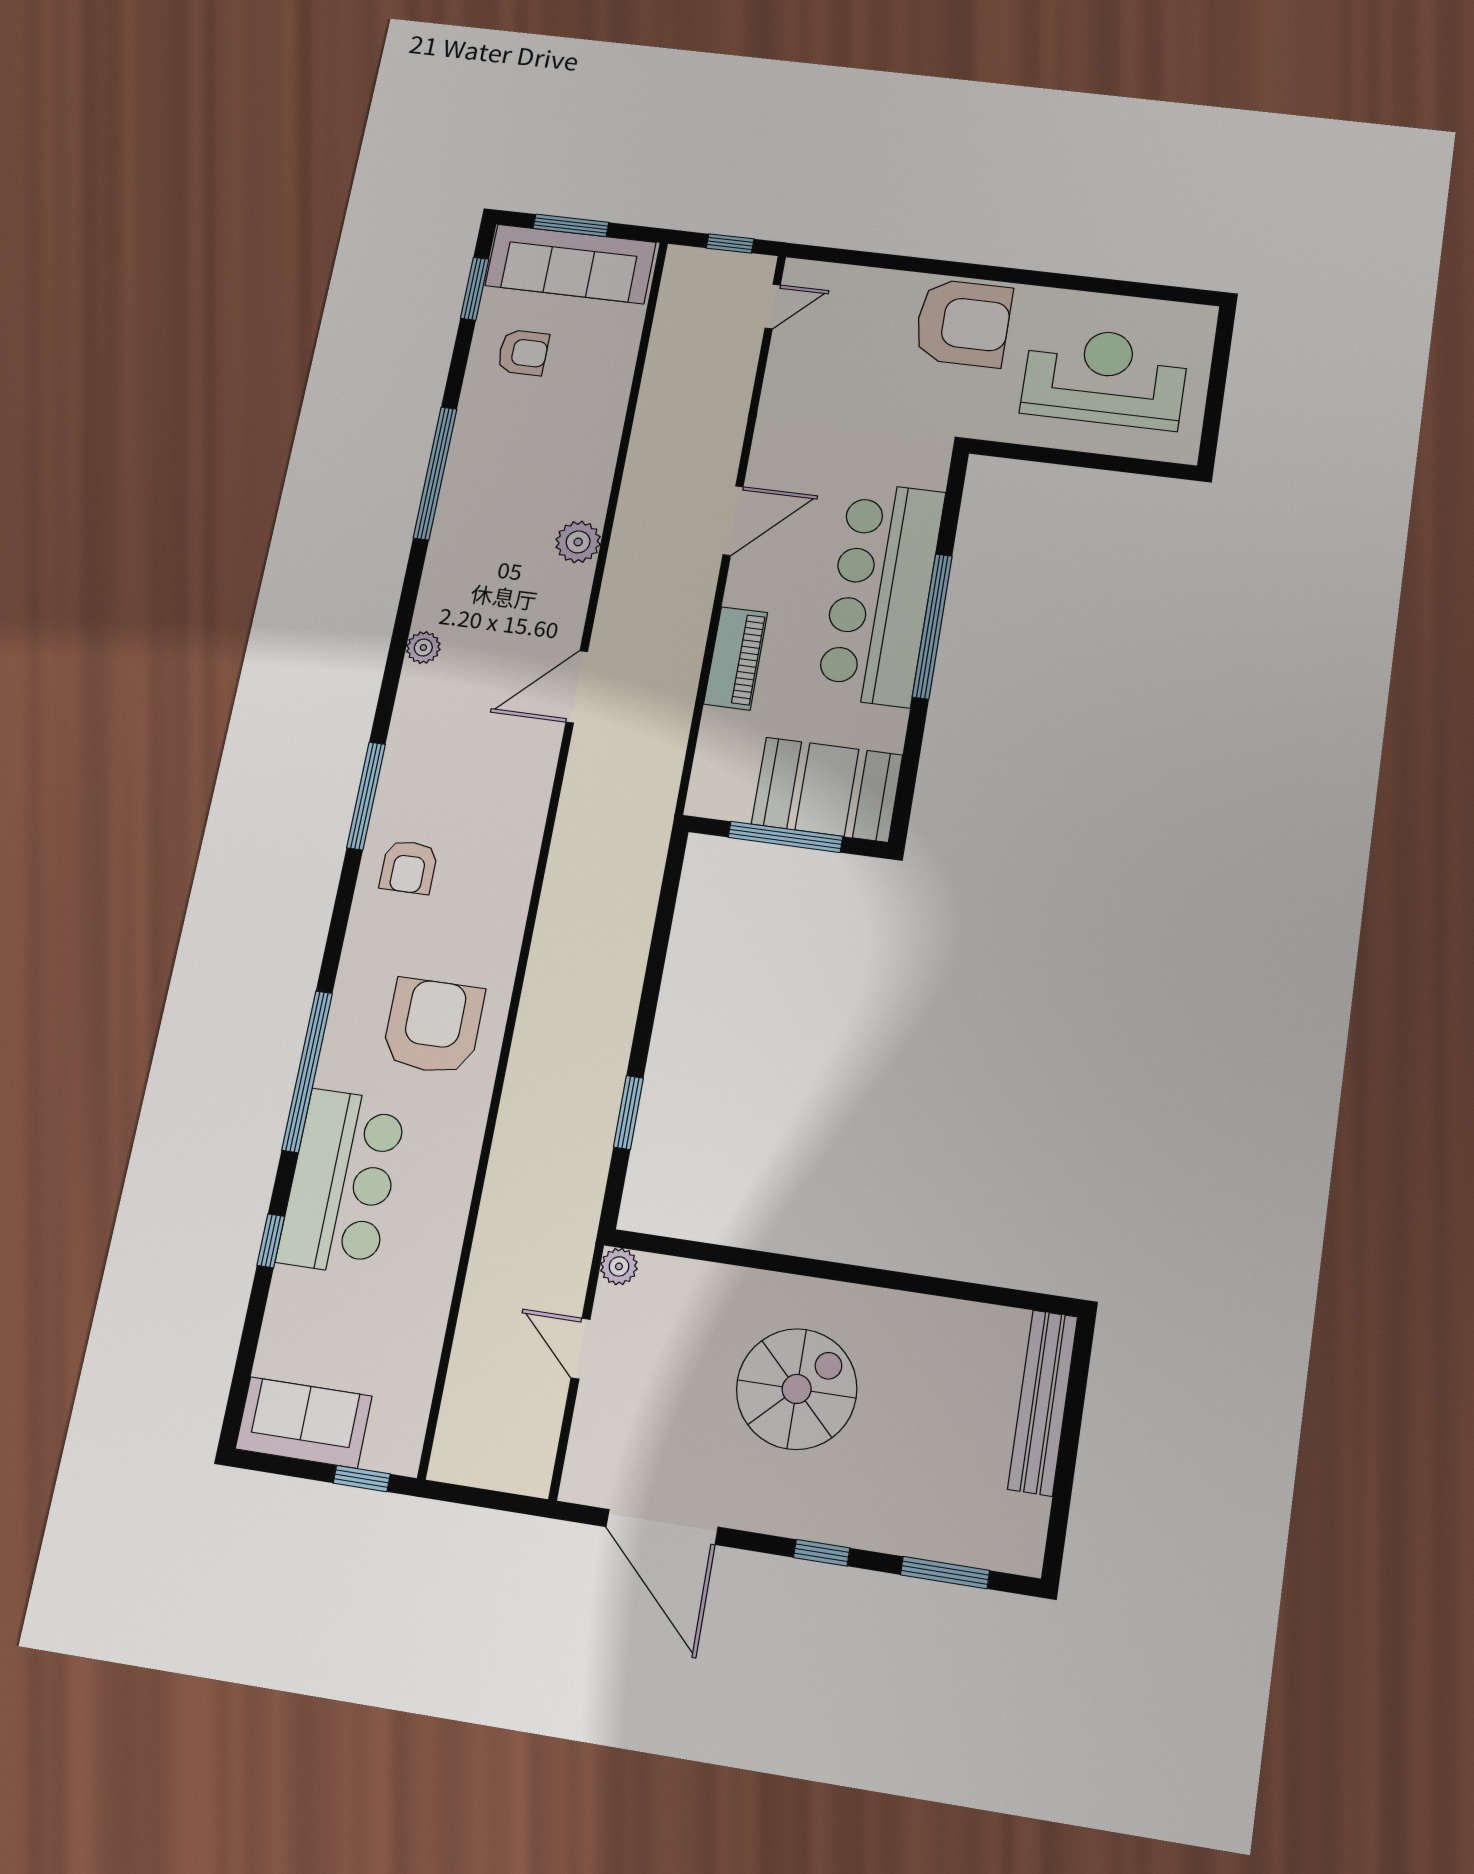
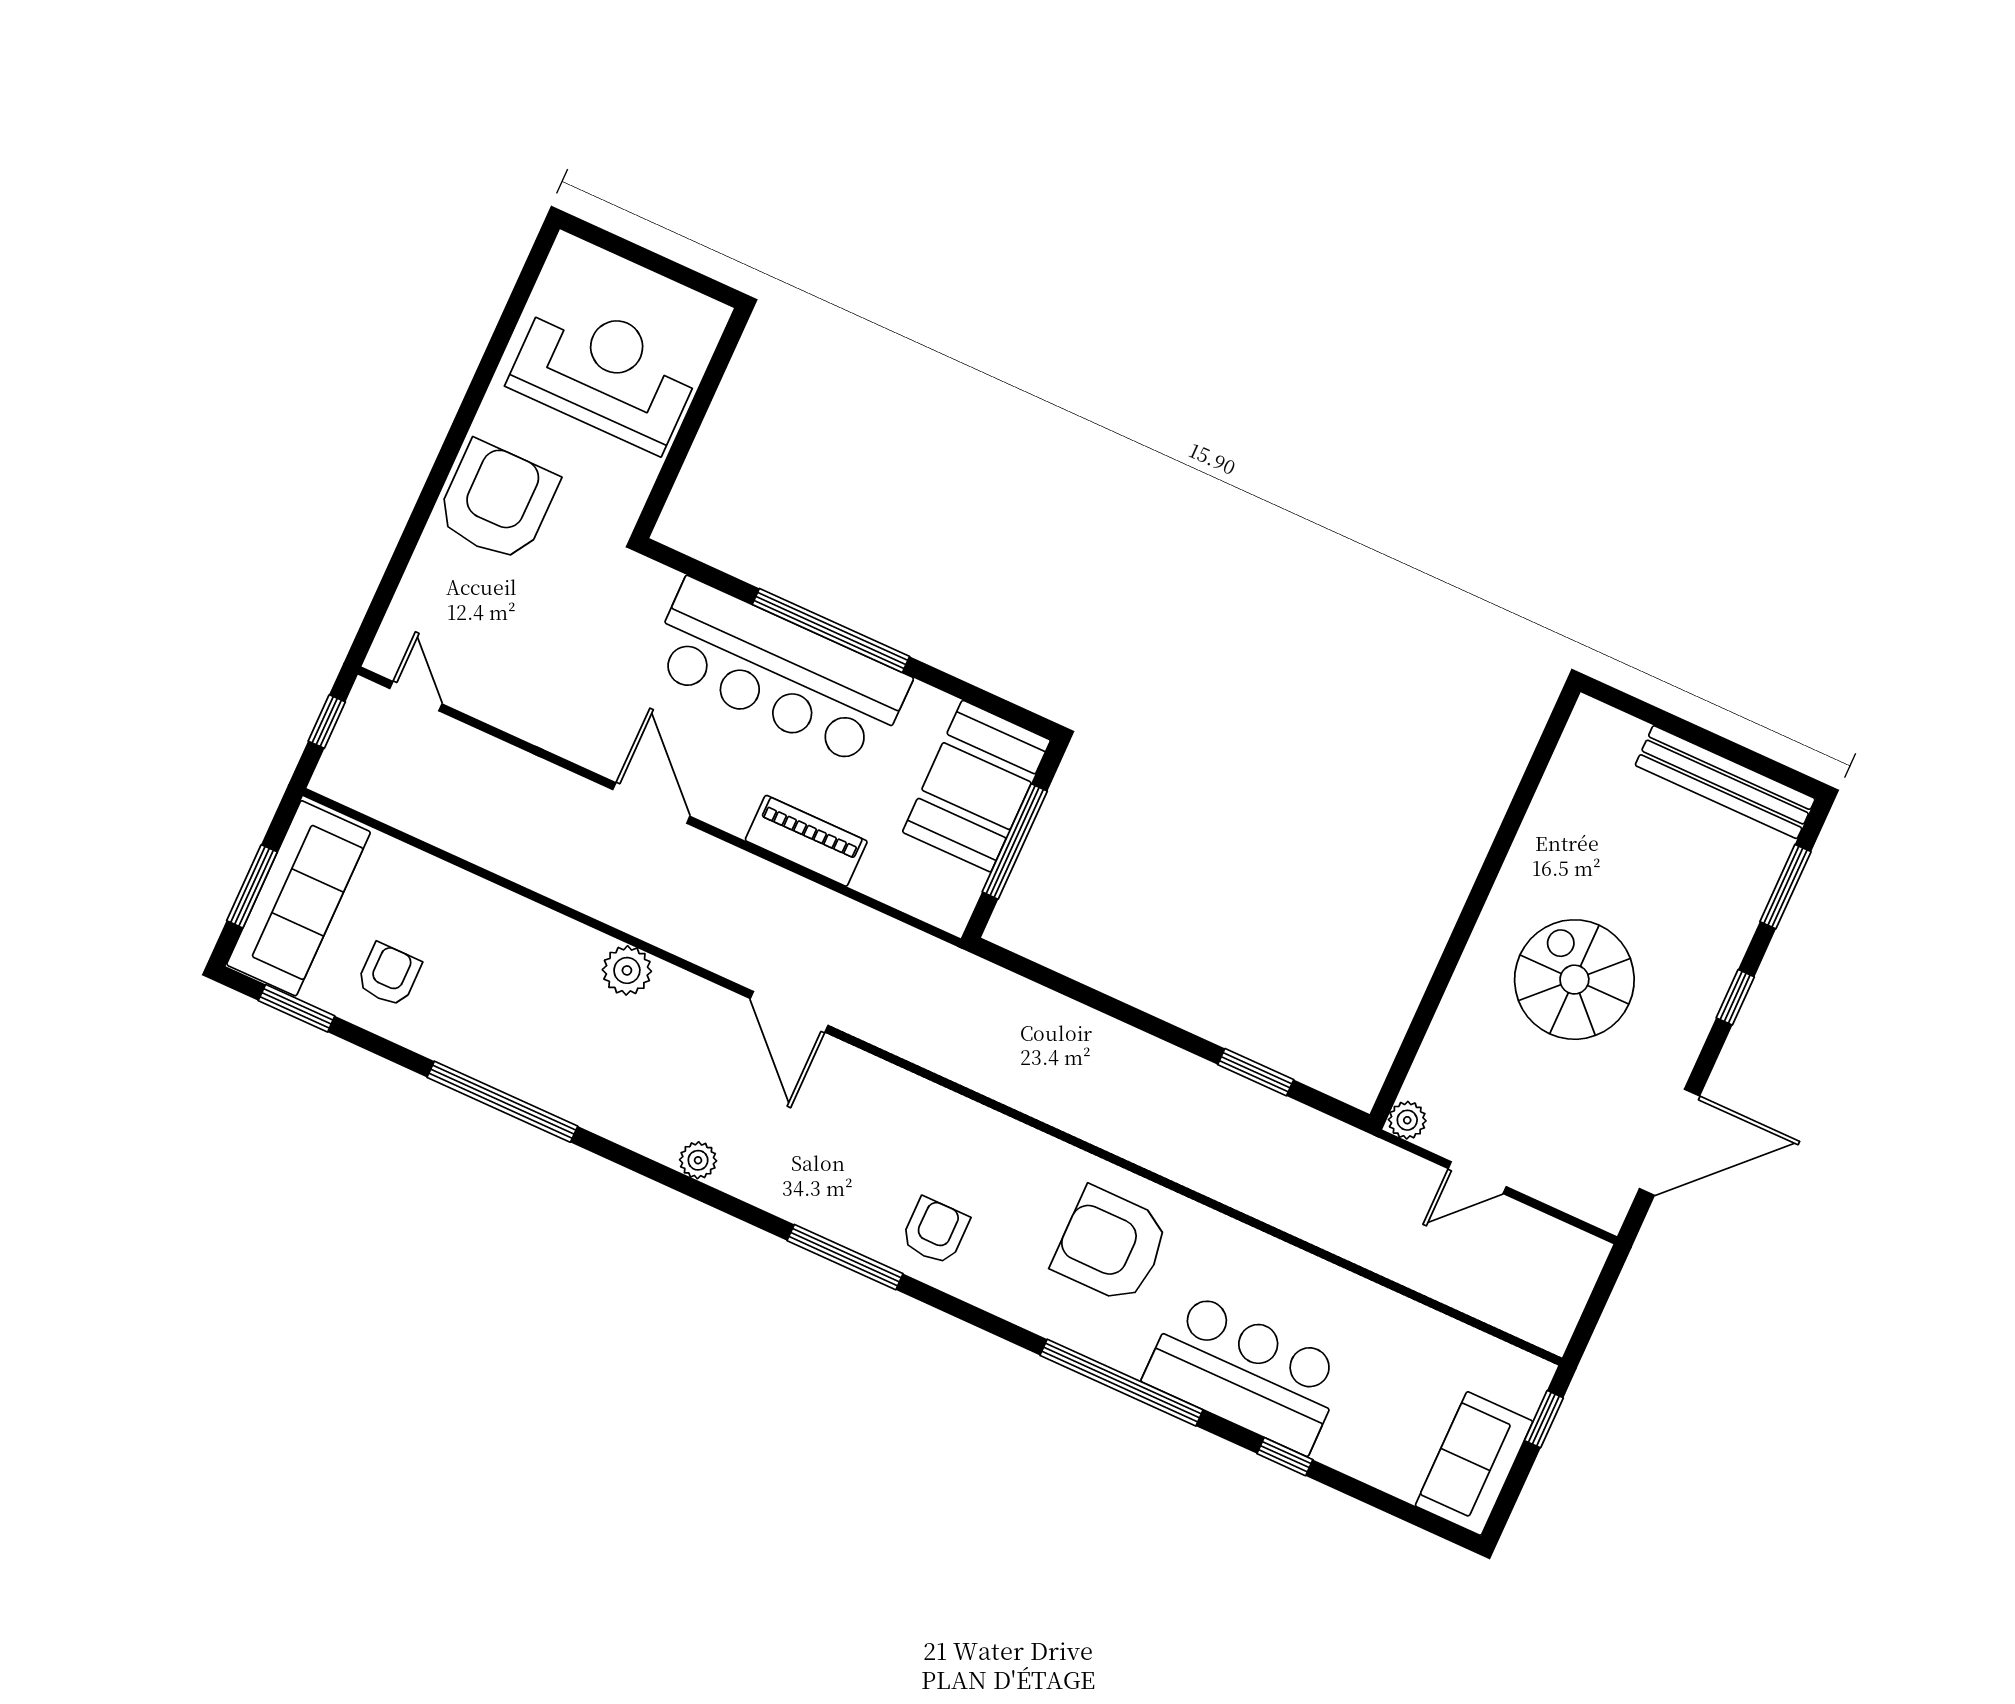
reception desk: (1105, 377) -> (605, 372), turned 90
armchair: (409, 867) -> (935, 1231), turned -90
bench: (1043, 1403) -> (1725, 782), moved

